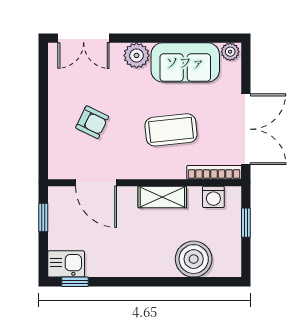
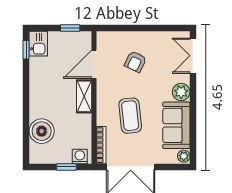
shelving: (162, 197) -> (84, 96), moved
washing machine: (213, 197) -> (80, 156), moved, turned 90

